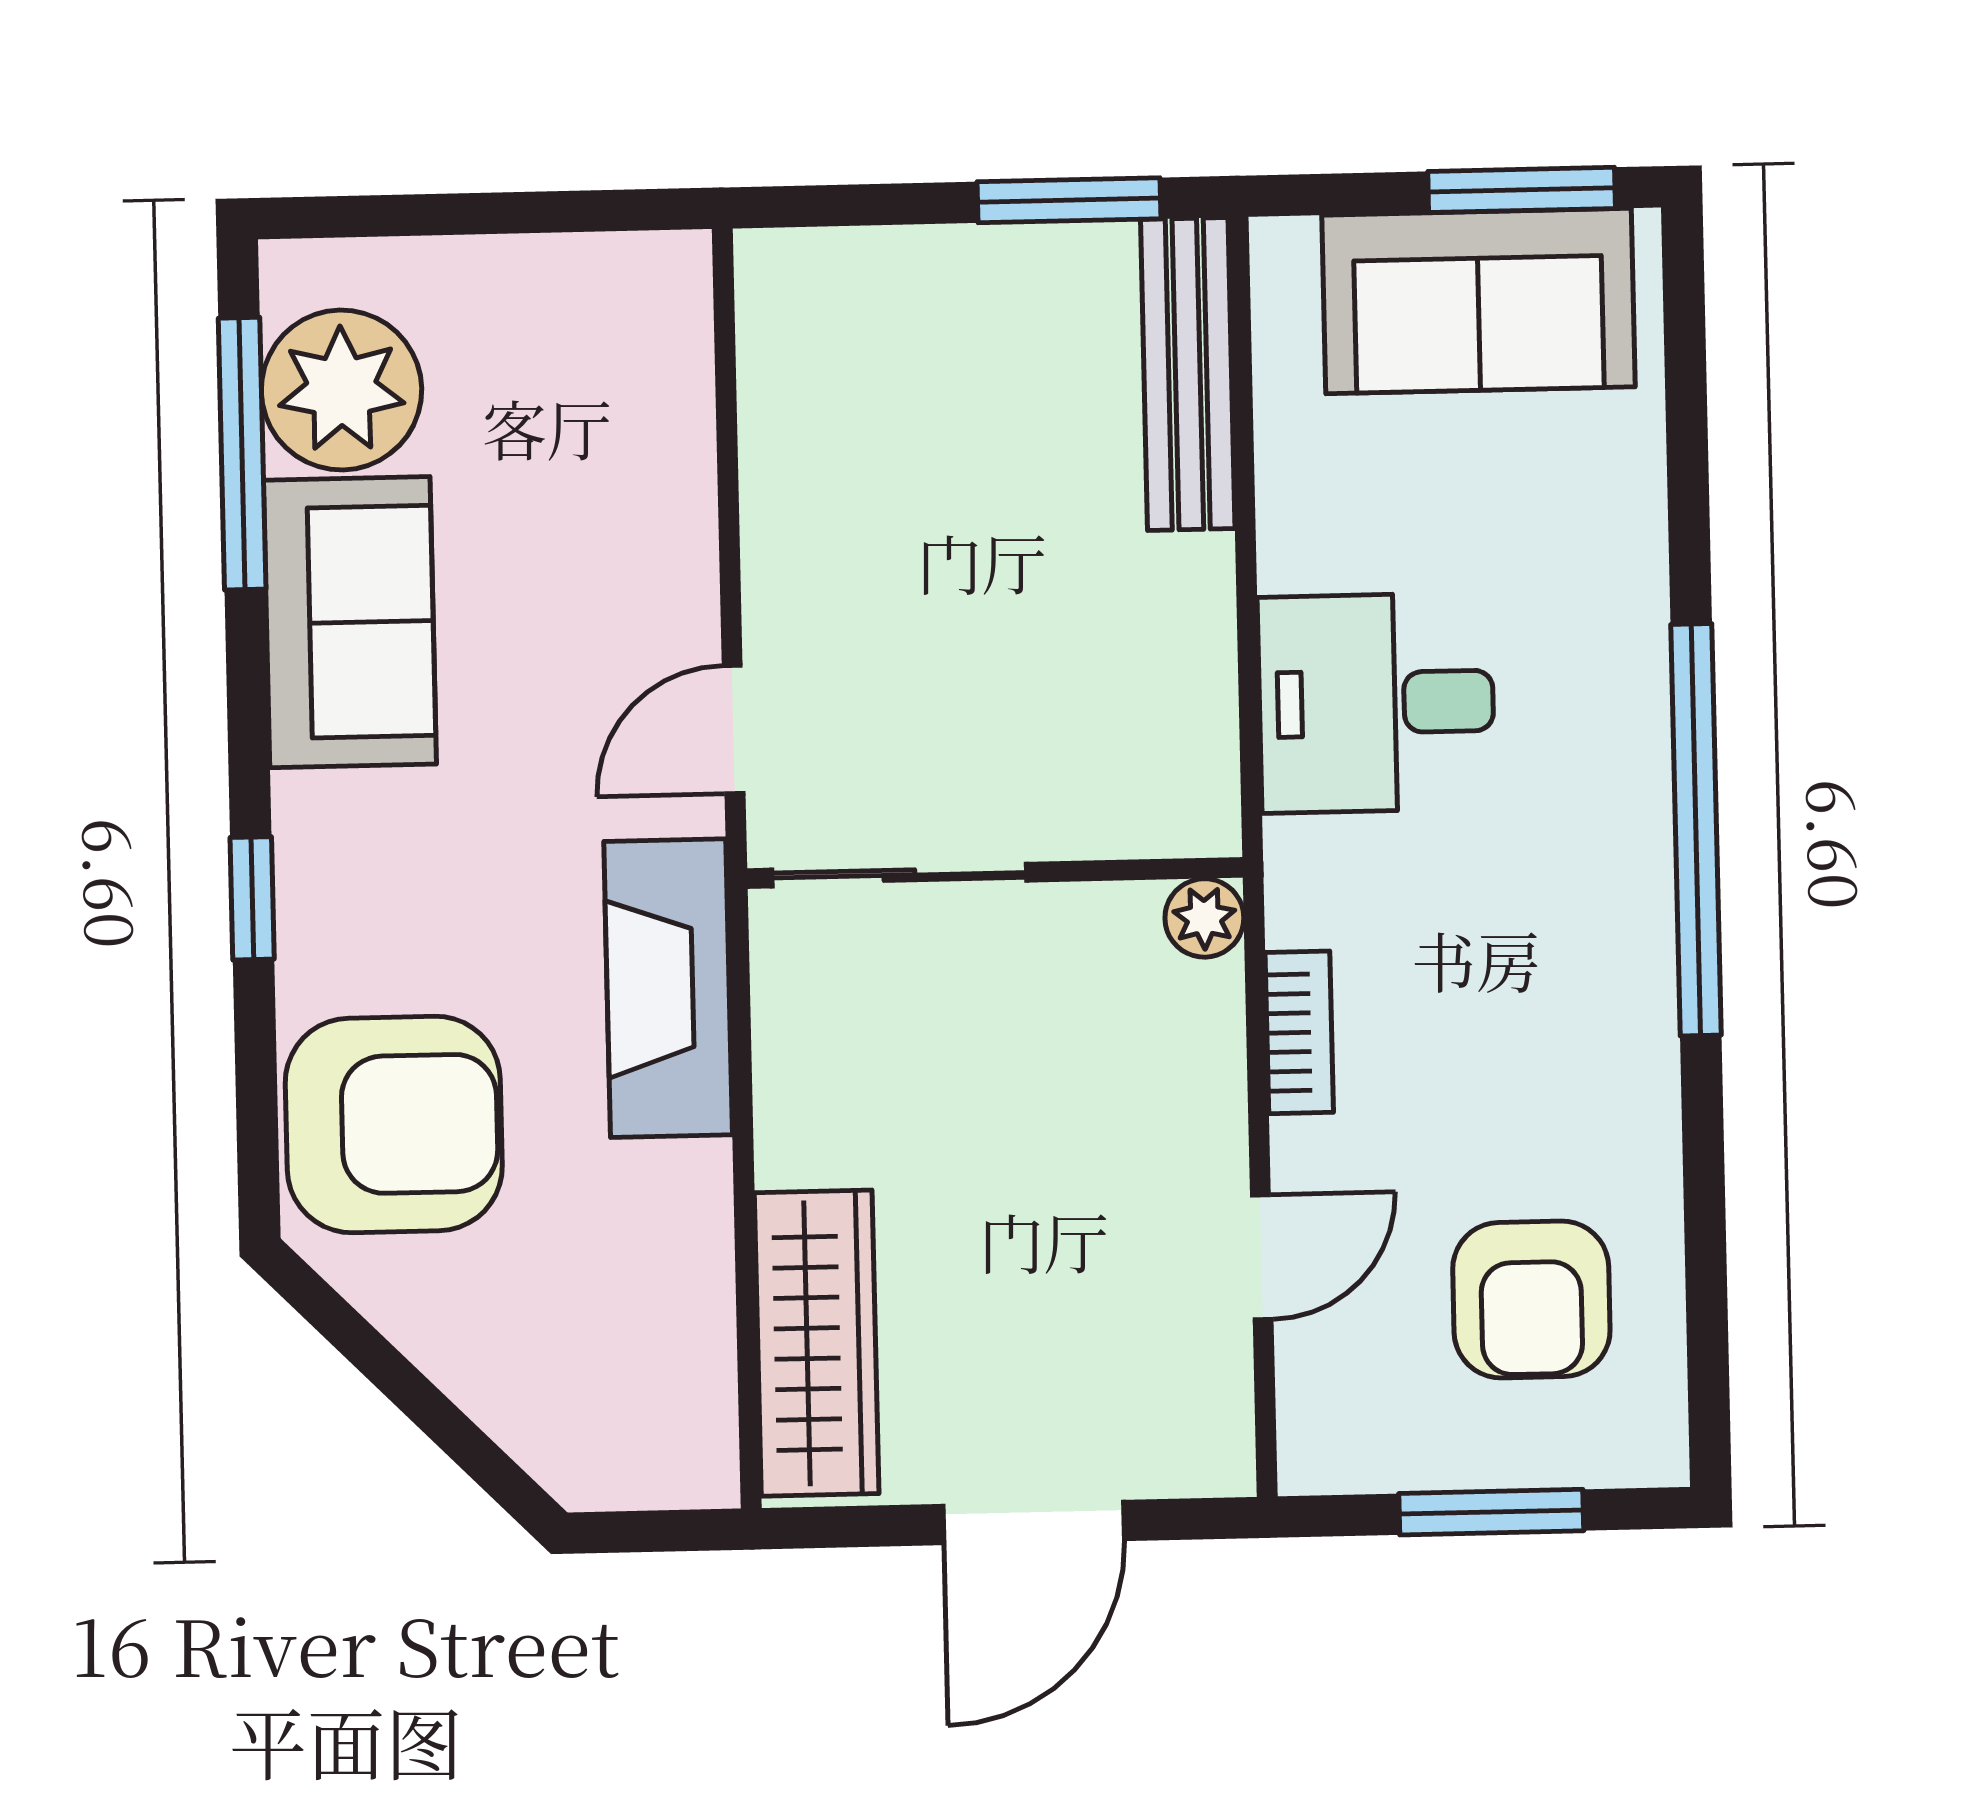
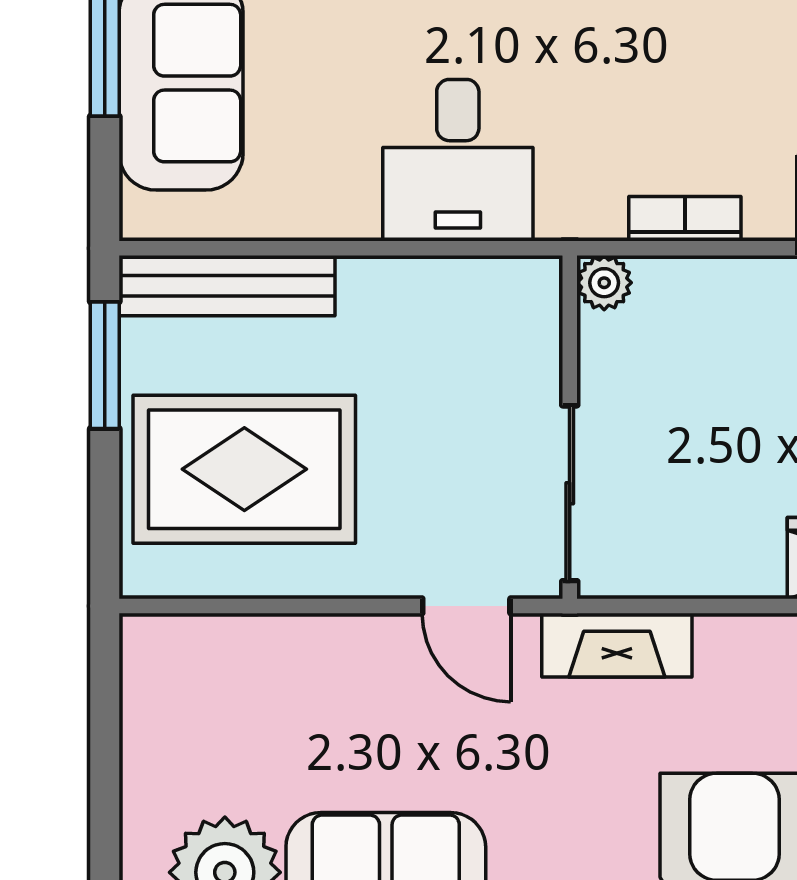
rug: (924, 405) -> (244, 469), added
fireplace: (668, 988) -> (617, 645), width x0.73, depth x0.76

